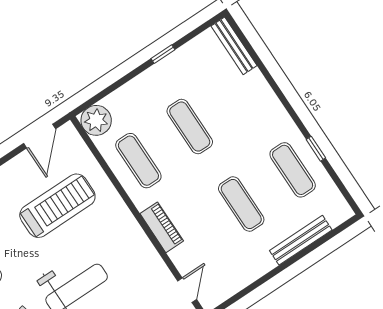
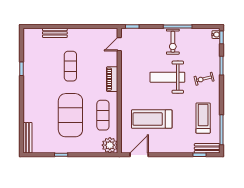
exercise mat: (190, 127) -> (70, 115), width x2.00, depth x1.45
exercise mat: (293, 170) -> (38, 66), removed
bench: (301, 240) -> (55, 33), width x0.73

